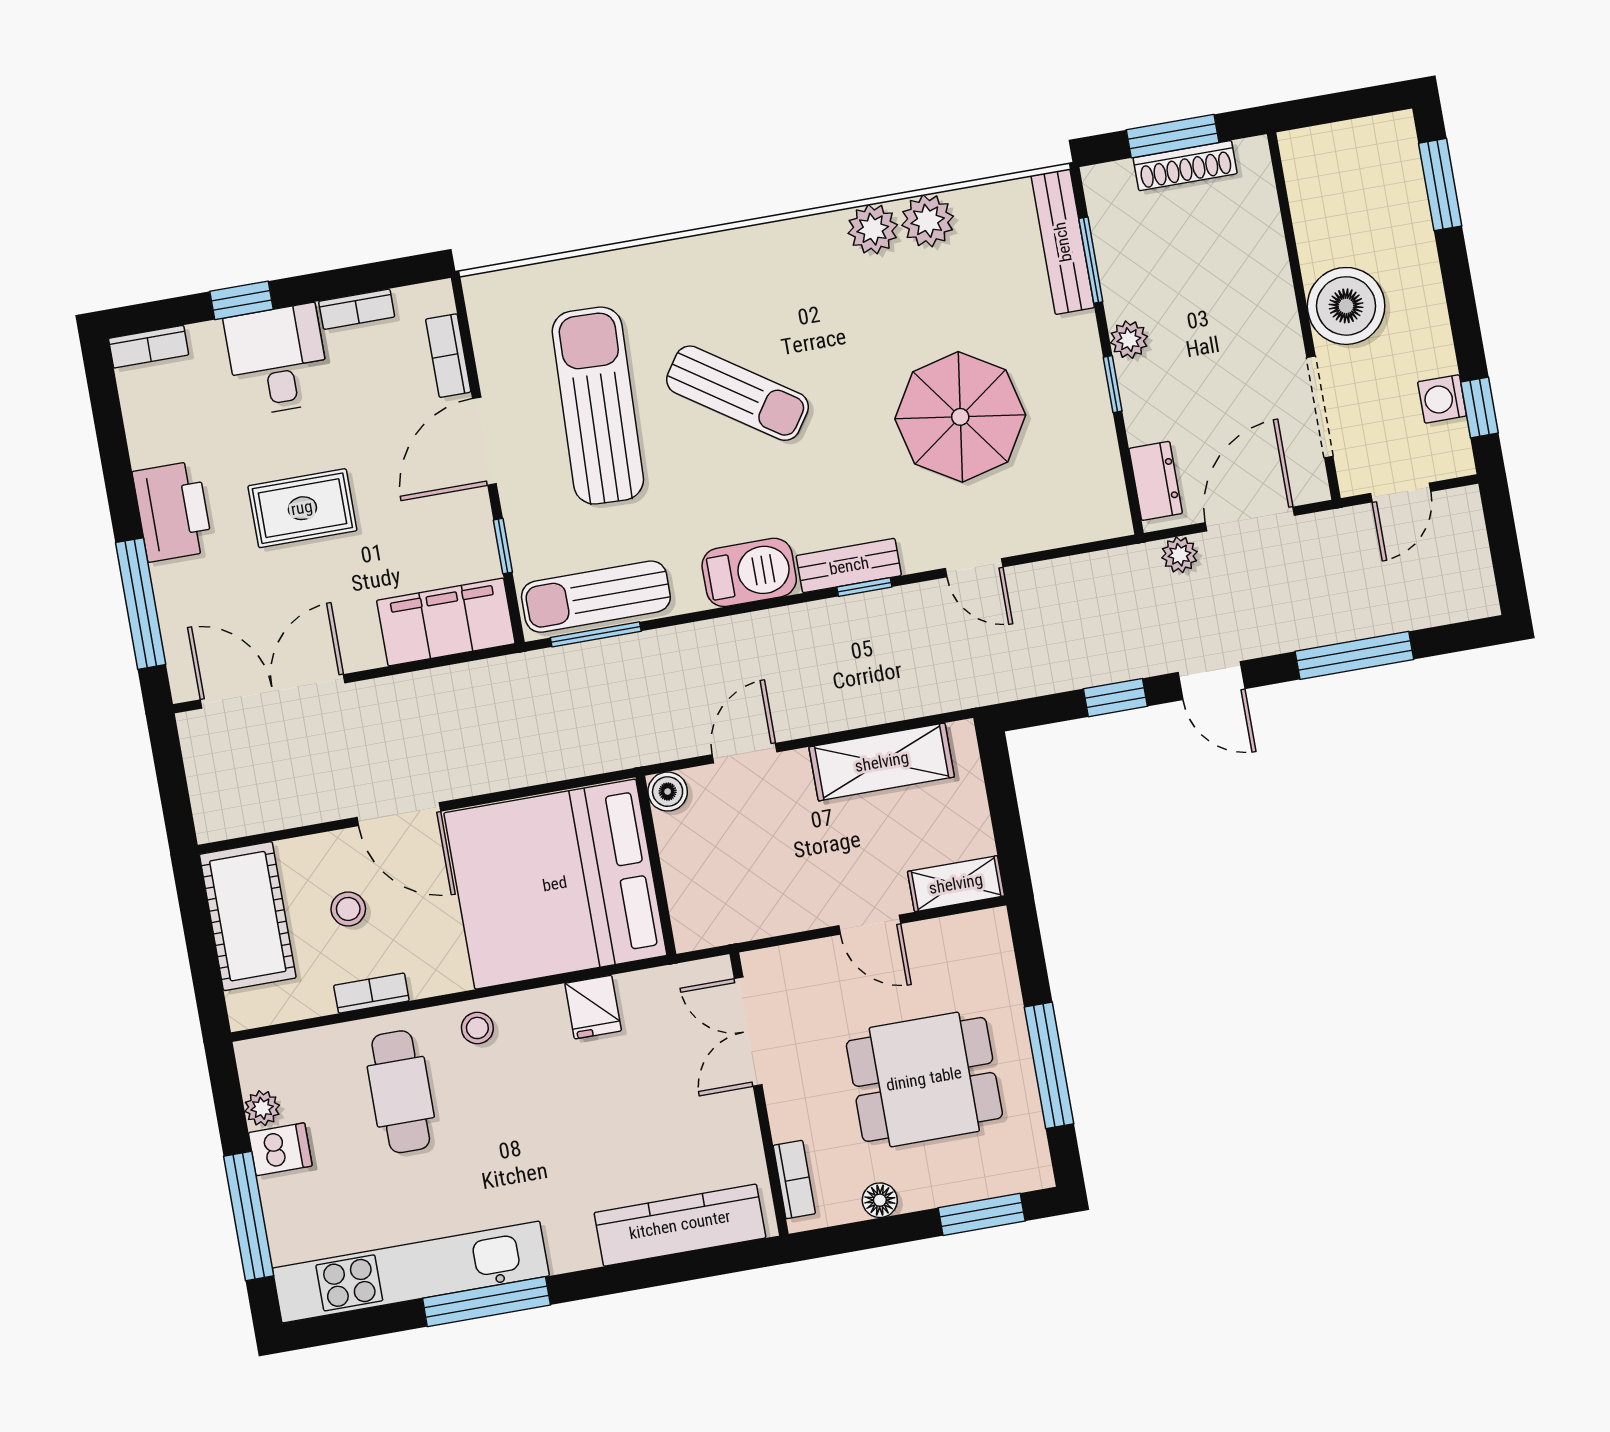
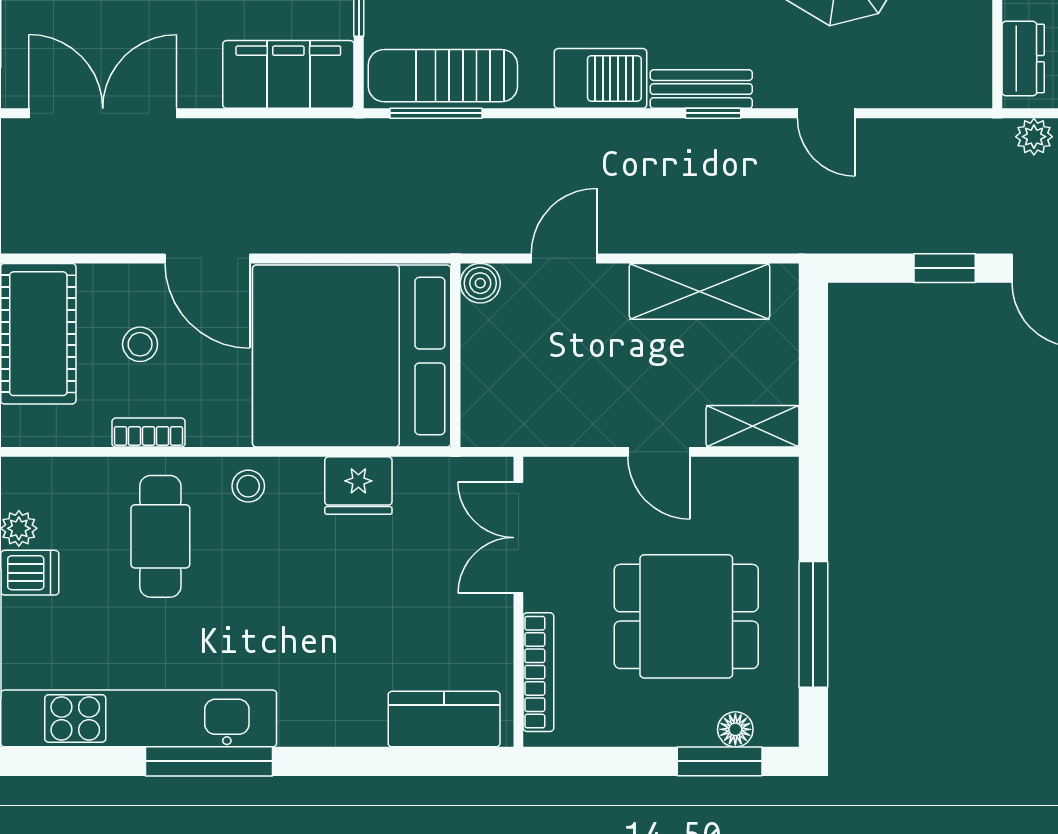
fridge: (593, 1007) -> (358, 486), width x1.38
bookcase: (794, 1179) -> (538, 672), width x1.56
floor lamp: (880, 1200) -> (735, 729), moved
kitchen counter: (680, 1225) -> (444, 719), width x0.67

